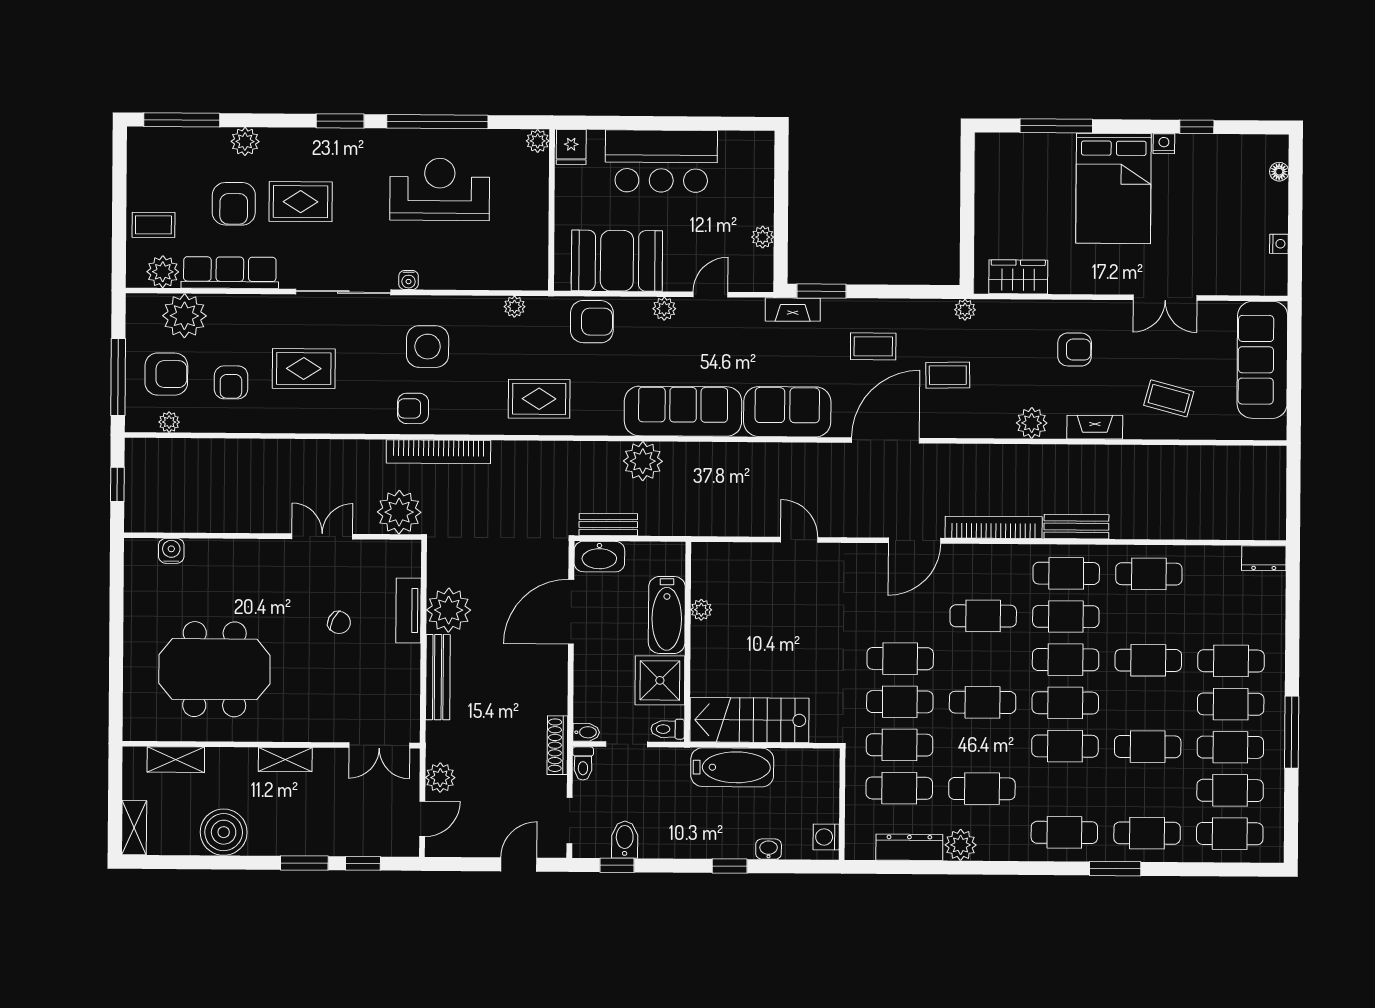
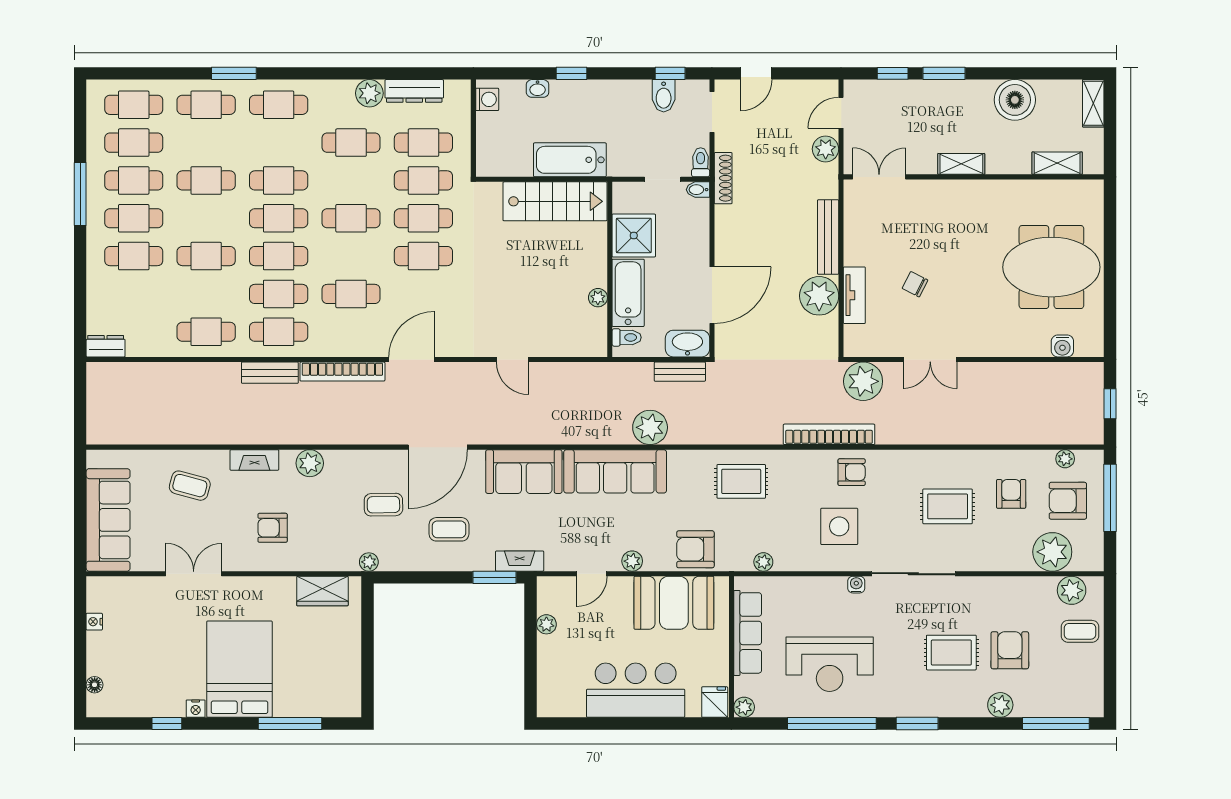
row of seats: (230, 273) -> (748, 633), moved, turned -90
meeting table: (214, 669) -> (1051, 267), moved
toilet: (668, 729) -> (627, 337), moved

